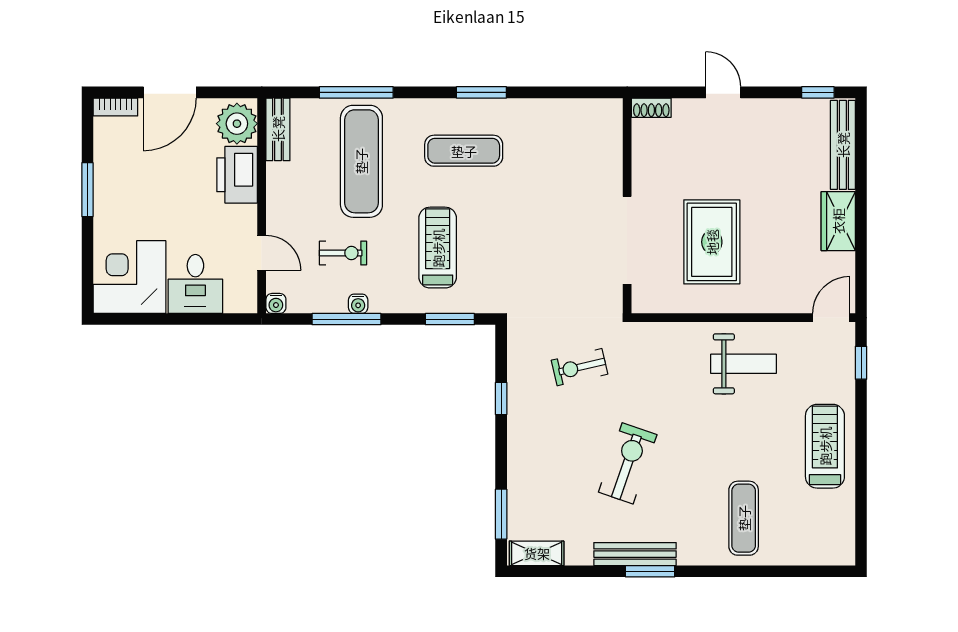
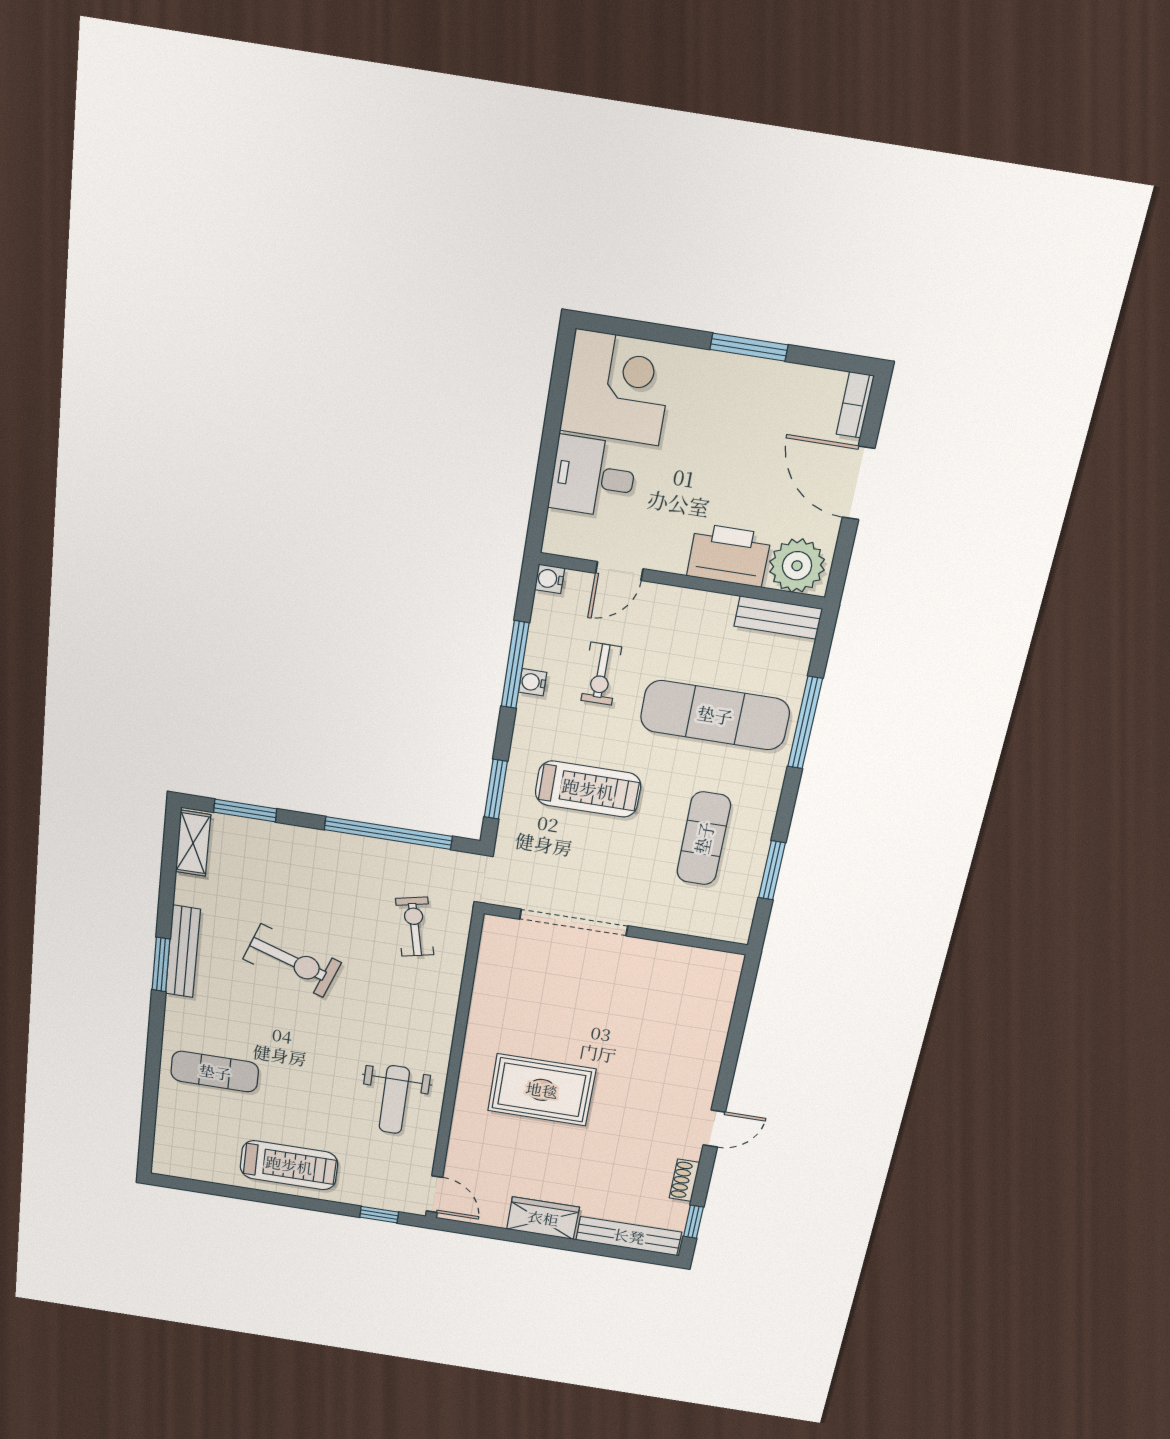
shoe rack: (651, 108) -> (684, 1180), moved
wall: (627, 206) -> (616, 929), moved
doorway: (627, 240) -> (574, 923), moved
window: (501, 398) -> (388, 833), width x3.17

